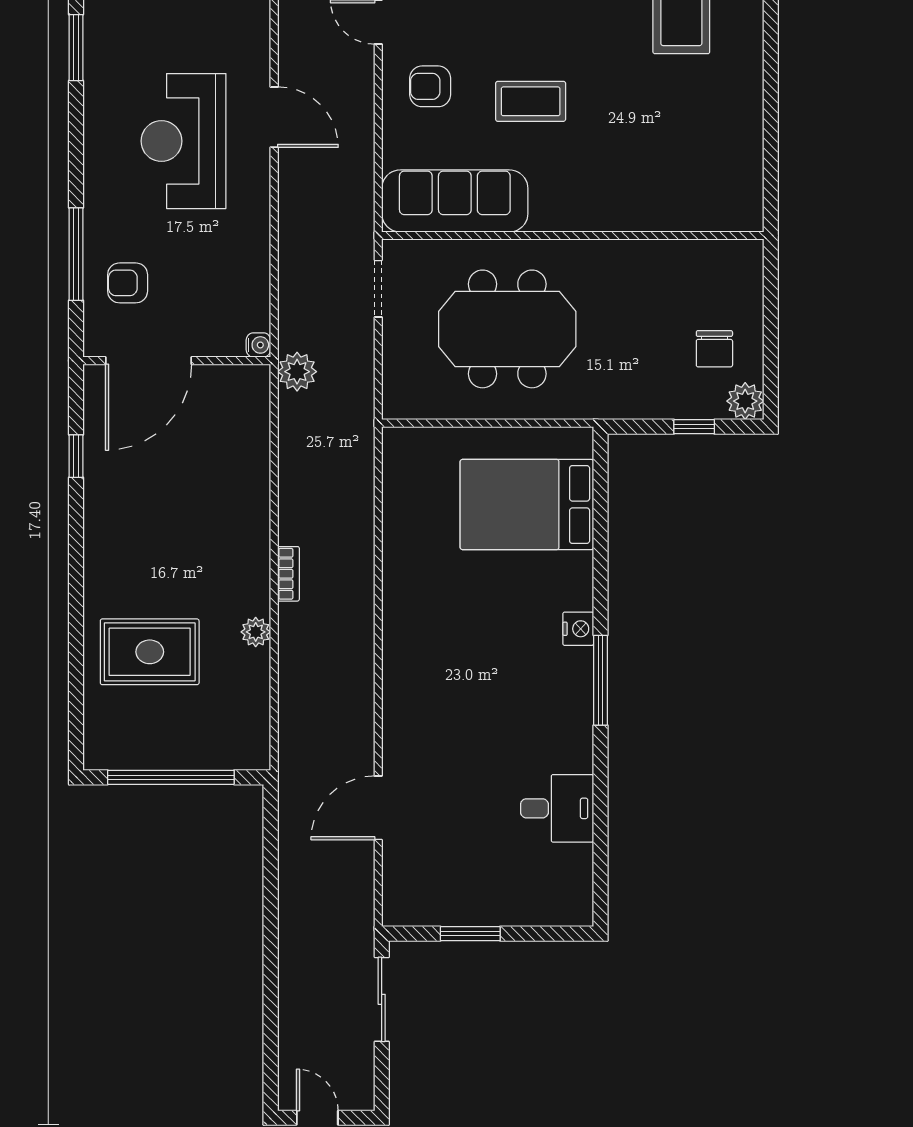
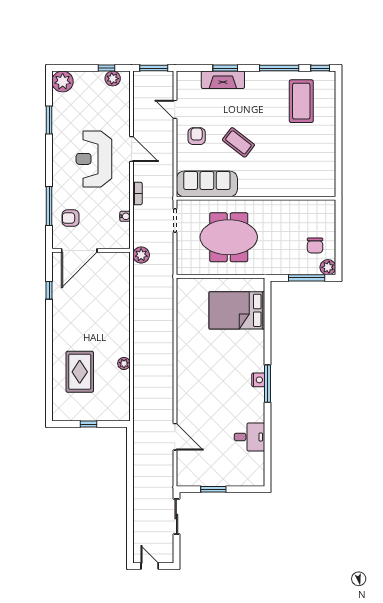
armchair: (430, 86) -> (197, 136), turned 90
coffee table: (531, 101) -> (238, 142), turned 38
water cooler: (258, 345) -> (125, 216), moved
window: (694, 427) -> (307, 278), width x2.17
bookcase: (288, 574) -> (138, 193), moved
nightstand: (578, 629) -> (258, 380), moved
rug: (150, 652) -> (80, 372), turned 90
window: (171, 777) -> (89, 424), width x0.32
door: (378, 808) -> (175, 437), swing flipped

